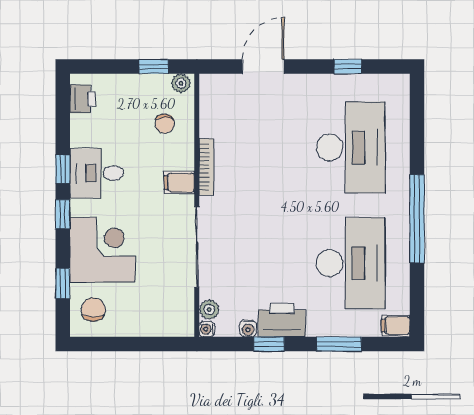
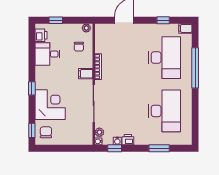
window: (154, 66) -> (56, 20), moved
window: (63, 169) -> (32, 68), removed
desk: (97, 173) -> (48, 54), moved
window: (417, 219) -> (195, 68), moved
window: (63, 283) -> (32, 130), moved
printer: (282, 320) -> (128, 140), width x0.53, depth x0.68
filing cabinet: (396, 326) -> (185, 28), moved
window: (269, 344) -> (115, 148), moved

